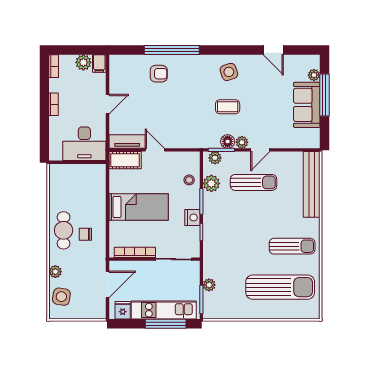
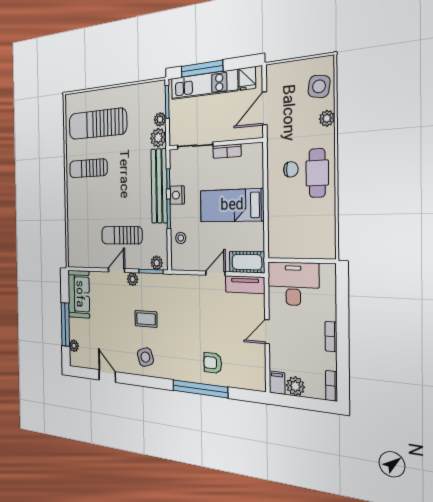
sofa: (307, 105) -> (79, 294), moved
floor lamp: (228, 141) -> (145, 281), removed
door: (155, 150) -> (215, 274), swing flipped
plant: (211, 183) -> (158, 138), moved
bench: (312, 184) -> (159, 186), moved
bookcase: (135, 252) -> (227, 151), width x0.64

